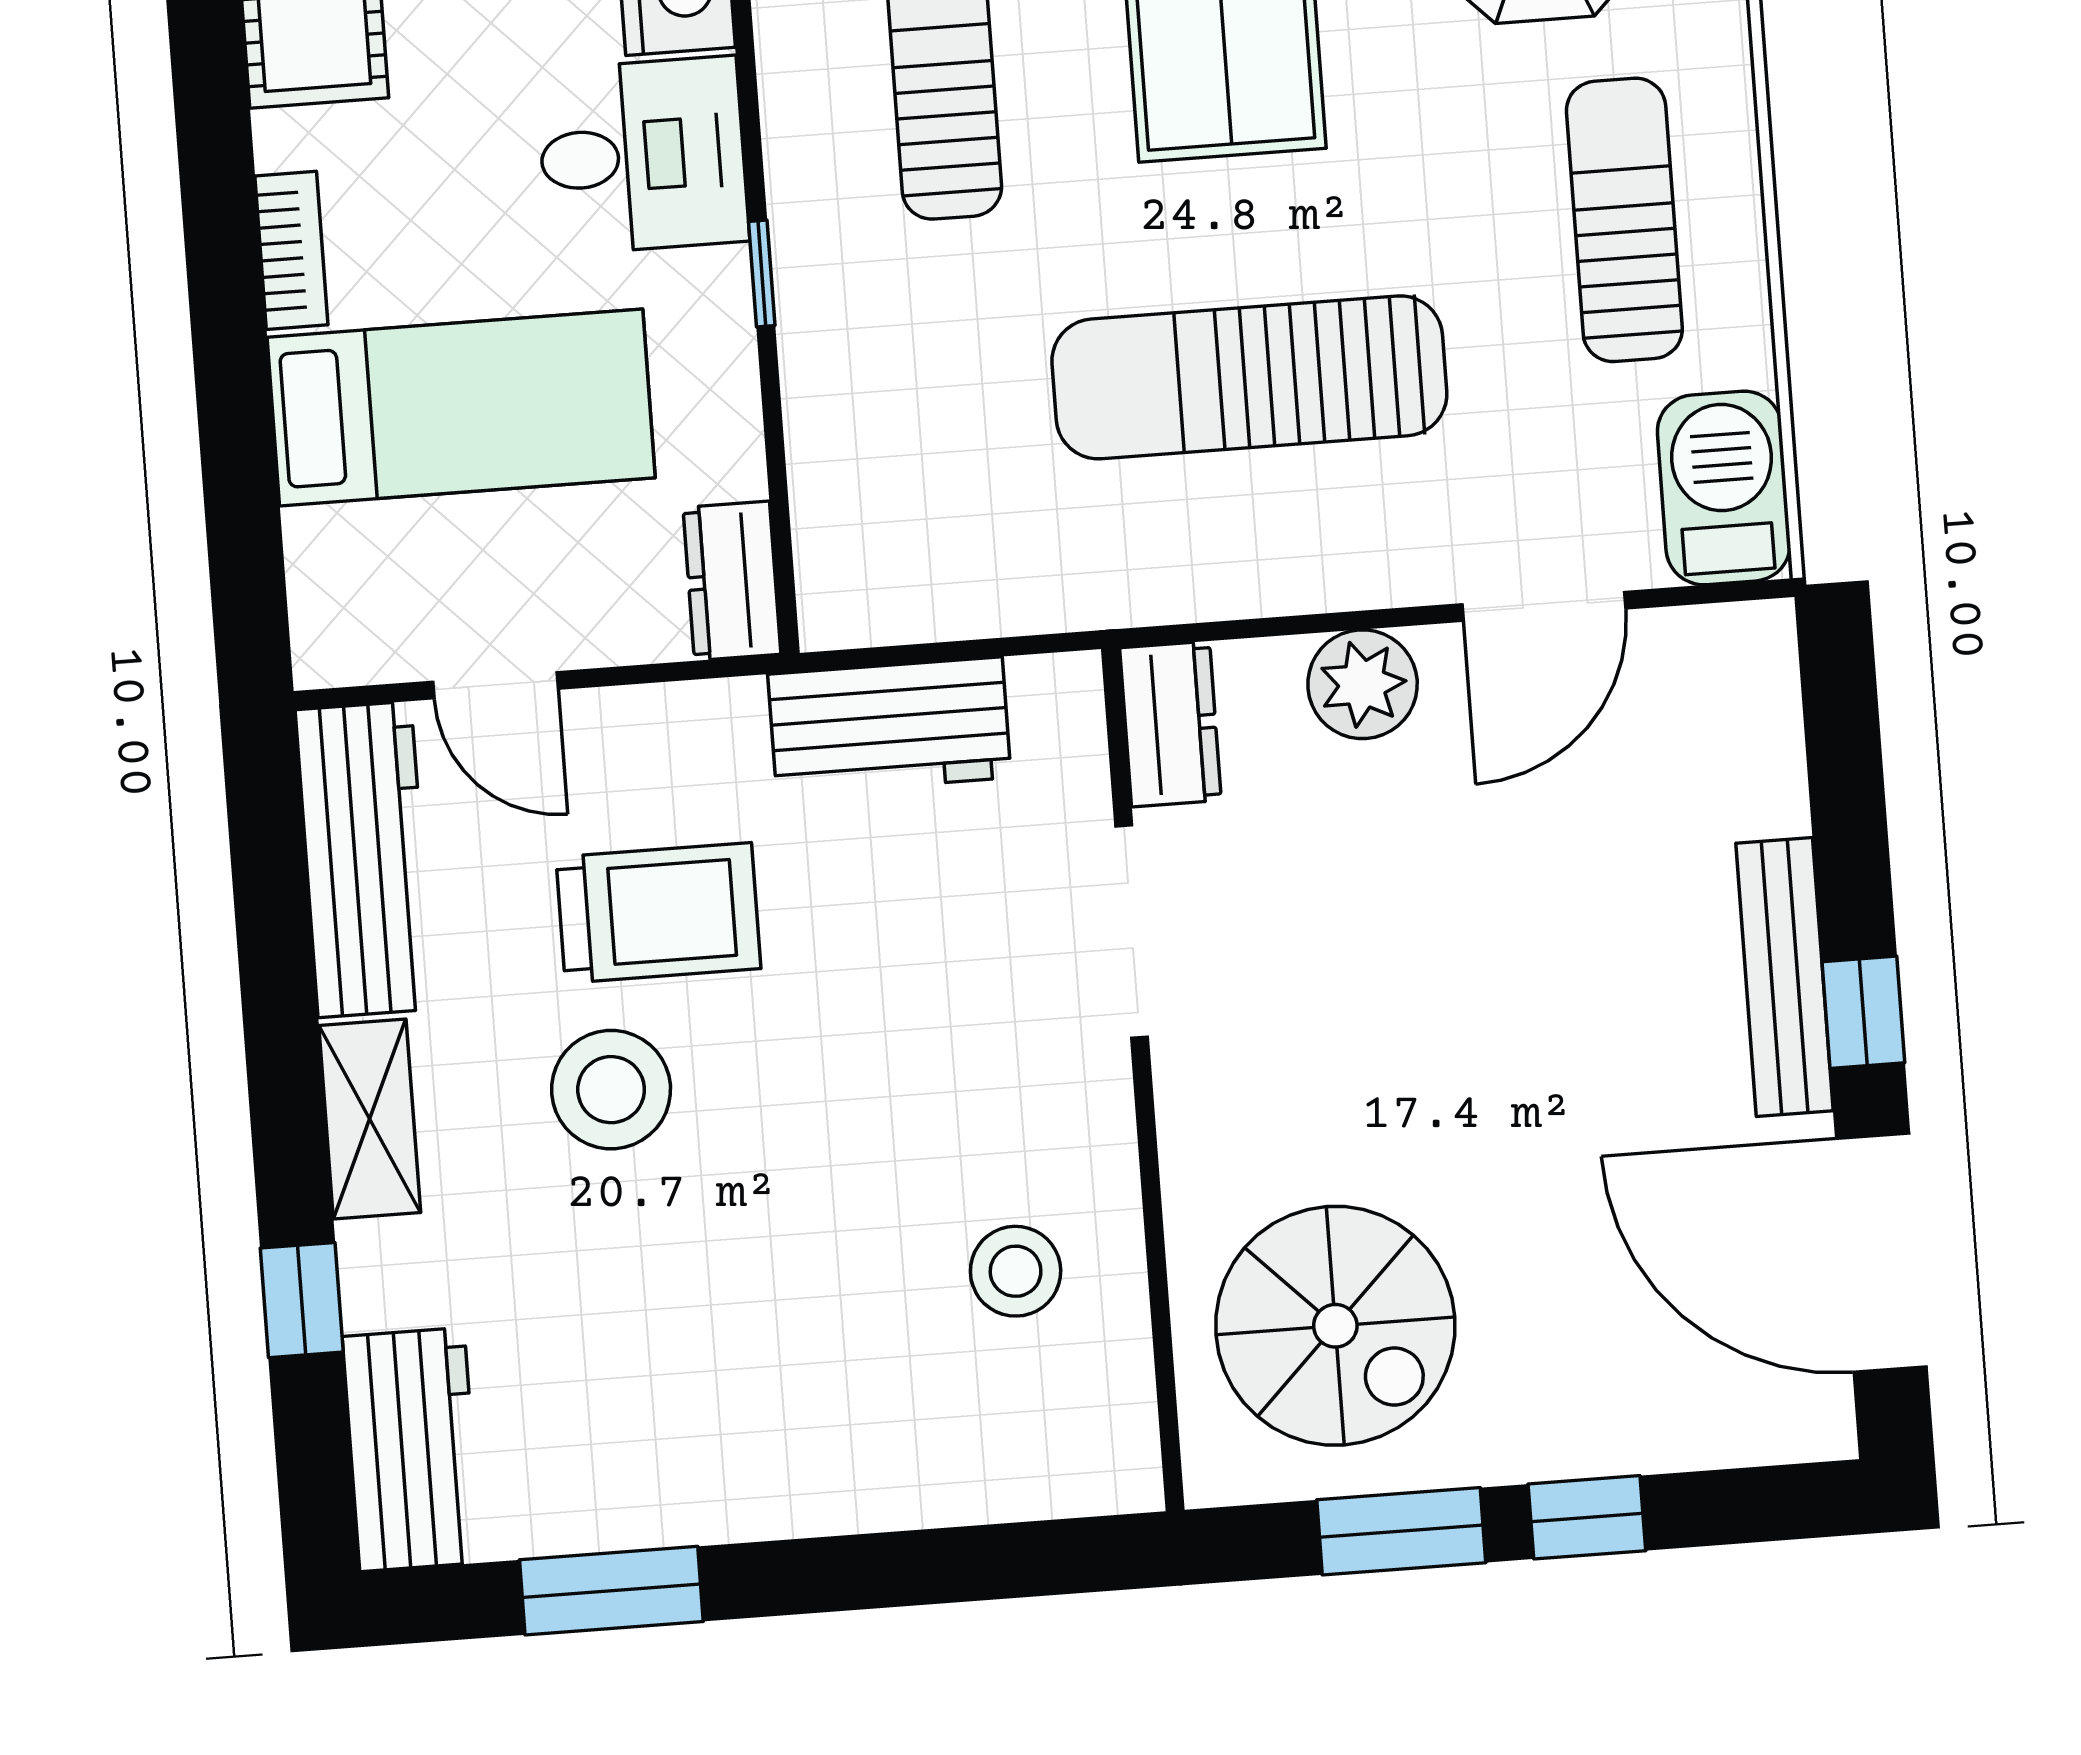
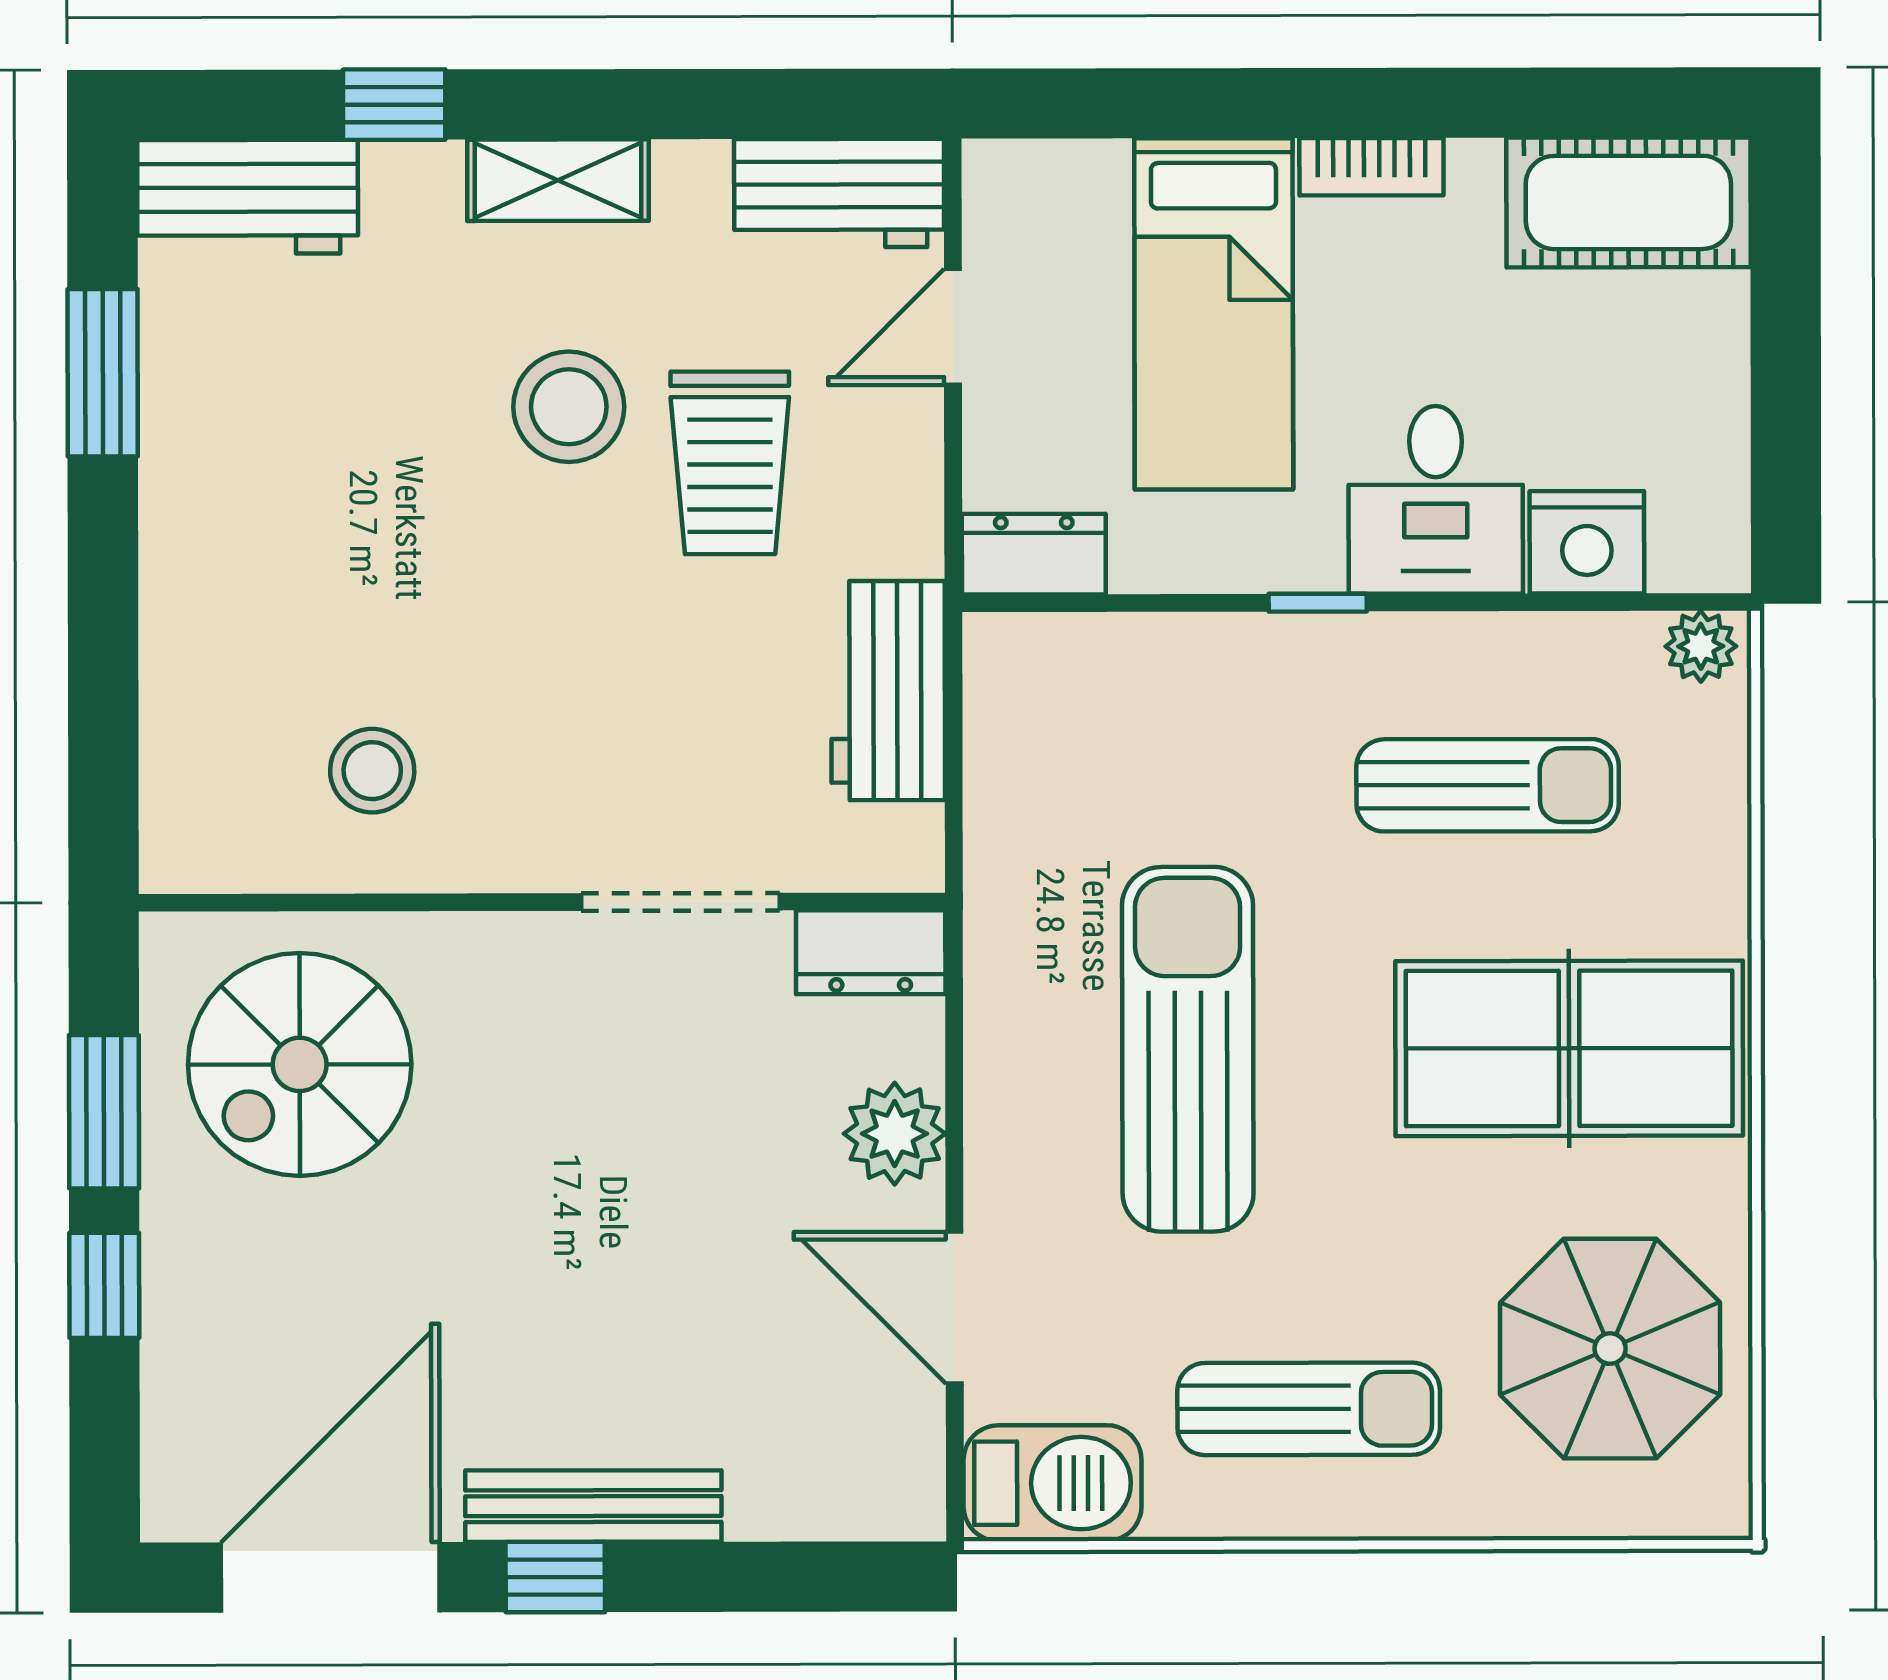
workbench: (365, 859) -> (839, 193), width x0.73

